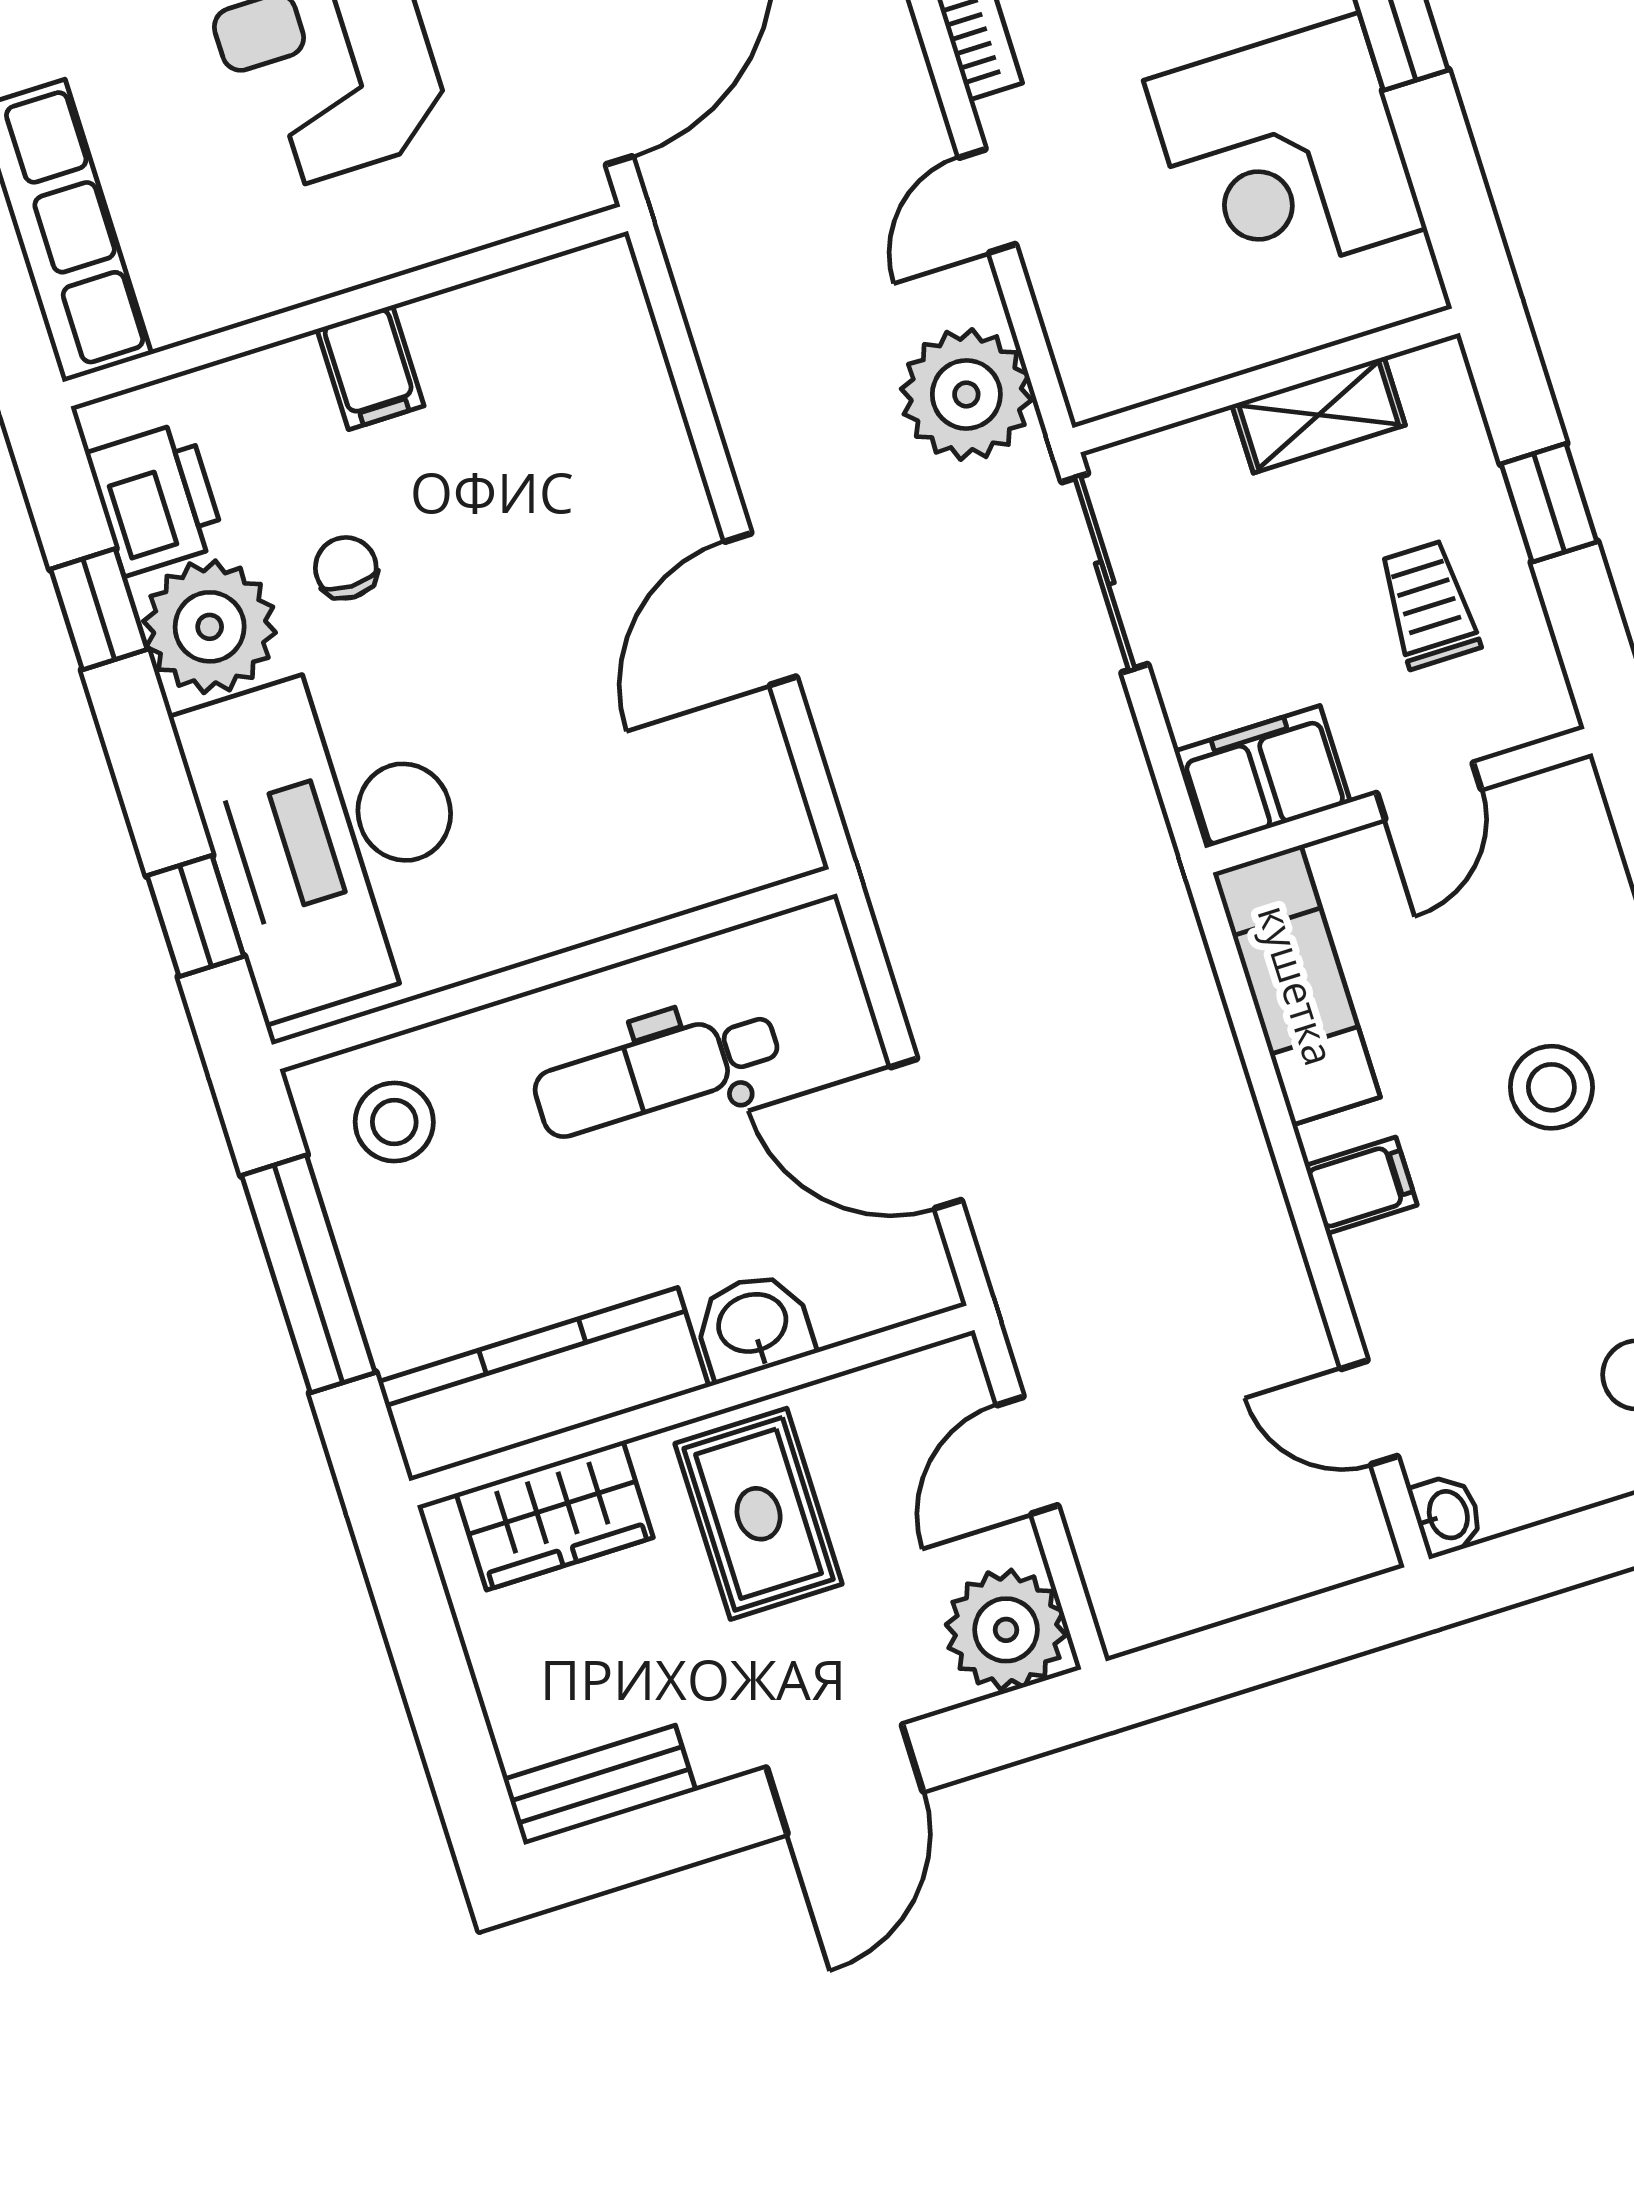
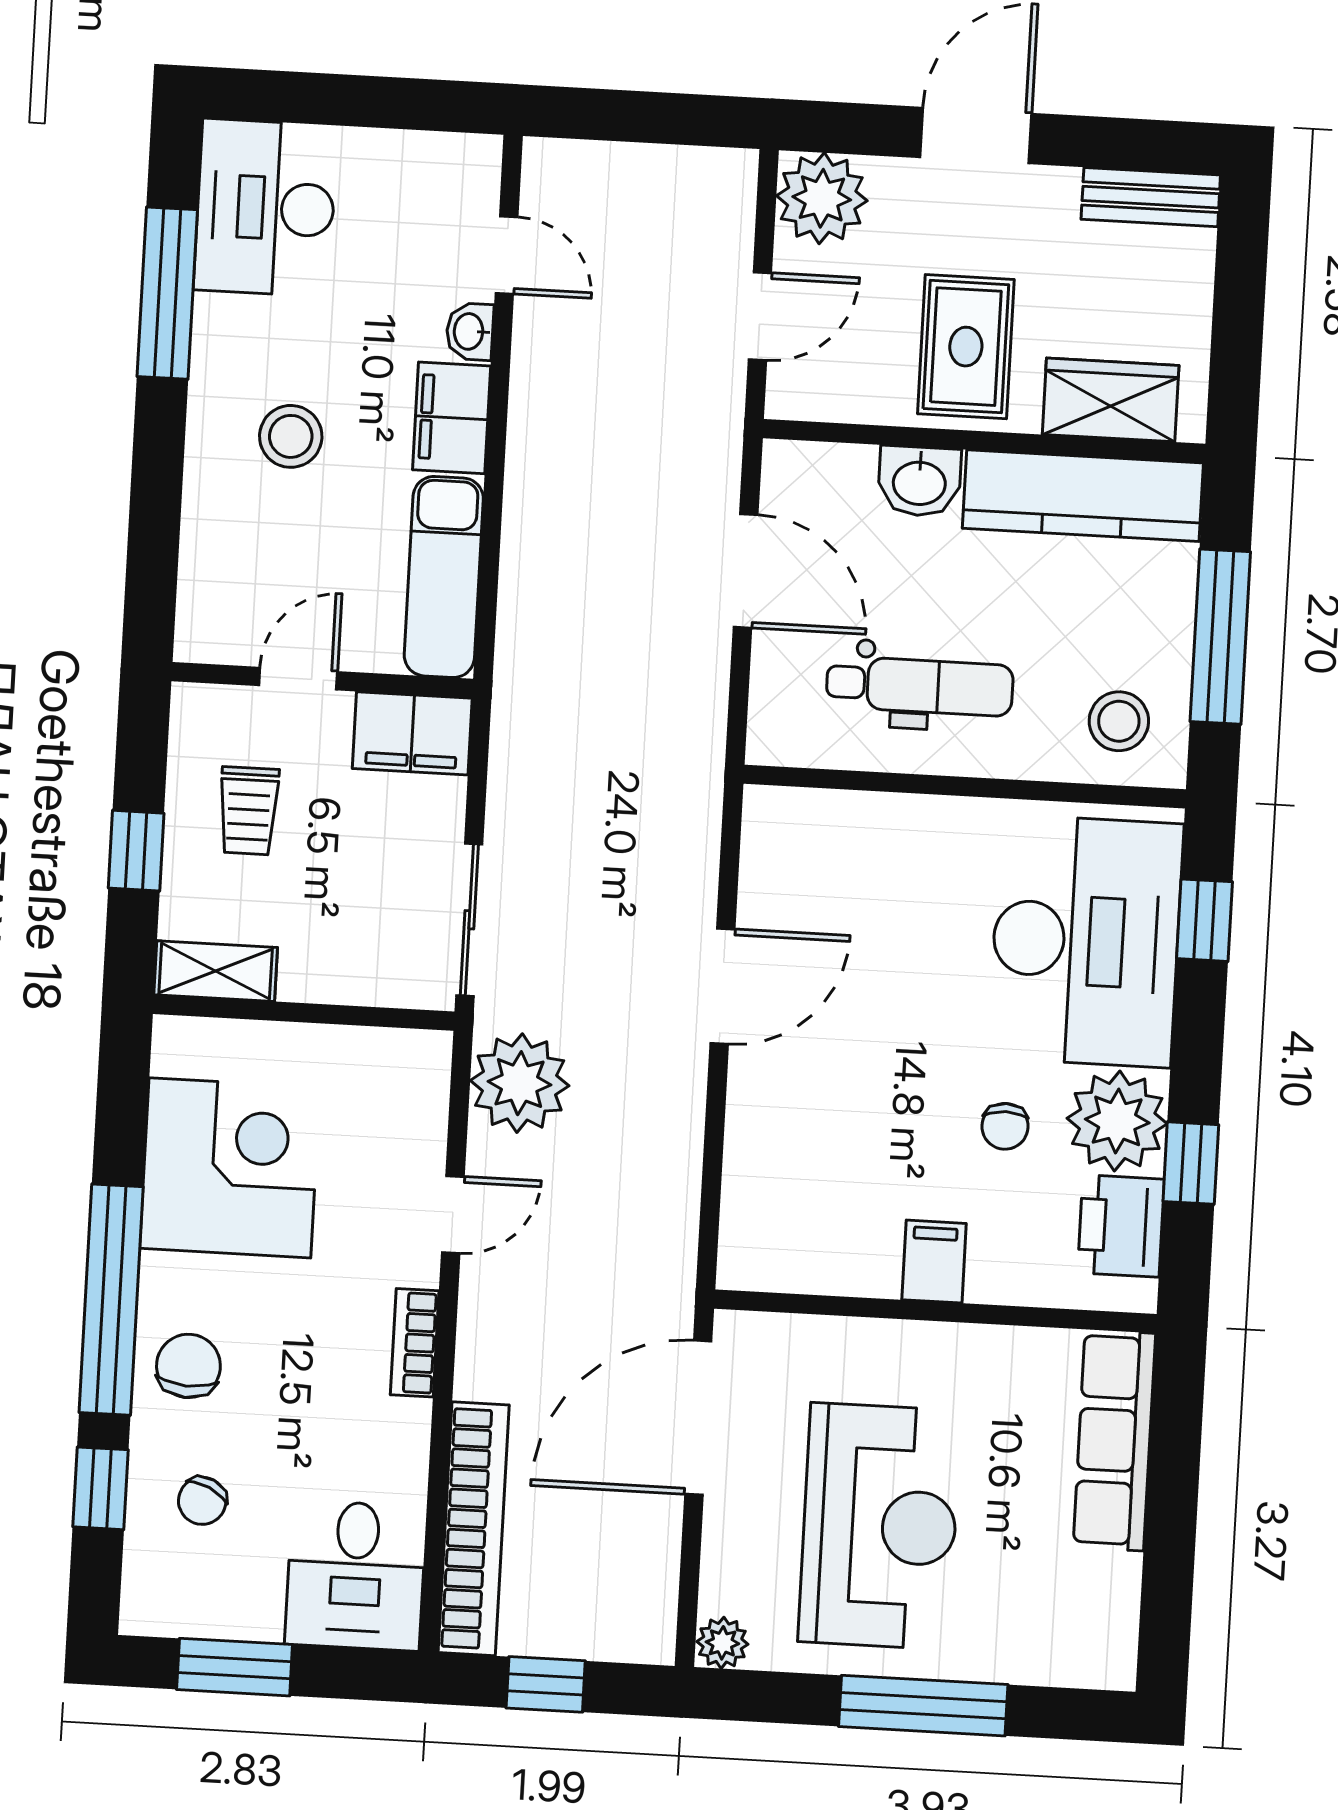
shelving: (1319, 415) -> (216, 971), moved
filing cabinet: (1361, 1185) -> (452, 418), width x2.00
washbasin: (1447, 1515) -> (470, 331), moved

